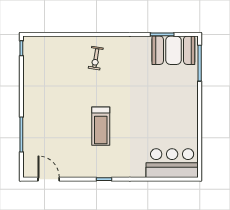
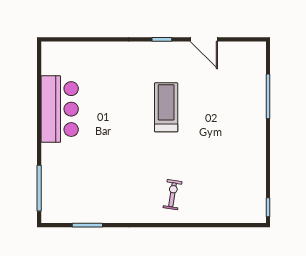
booth: (173, 50) -> (73, 205), removed
bar counter: (172, 163) -> (60, 109), moved, turned -90
door: (49, 179) -> (204, 39), moved

